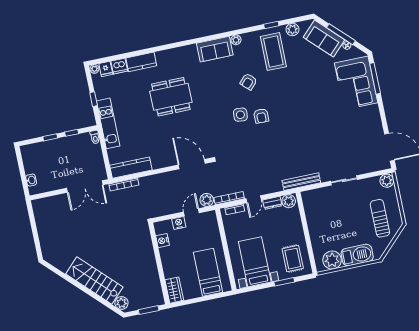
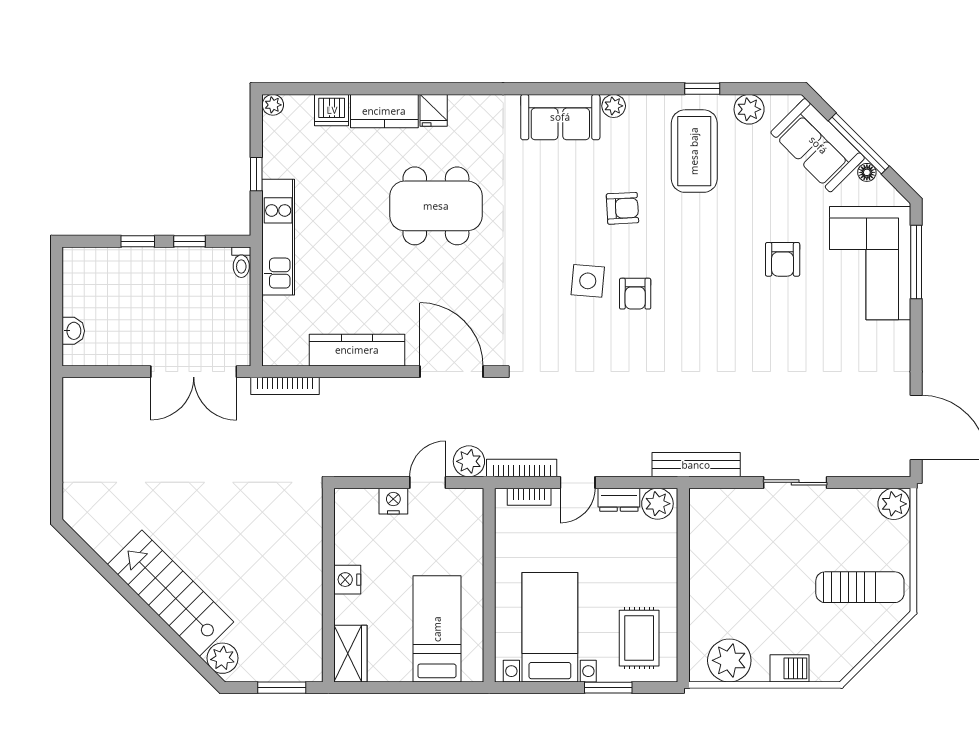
fridge: (106, 69) -> (434, 110), moved
armchair: (249, 82) -> (622, 208), turned -137
armchair: (319, 89) -> (783, 259), added
kitchen counter: (131, 168) -> (357, 350), moved
sun lounger: (380, 218) -> (860, 587), turned 90
nightstand: (163, 241) -> (347, 580), moved
barbecue: (357, 255) -> (790, 668), width x0.53, depth x0.65

